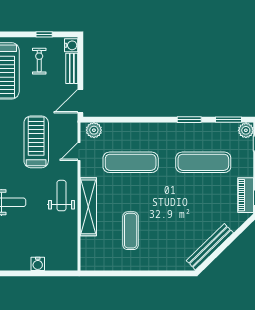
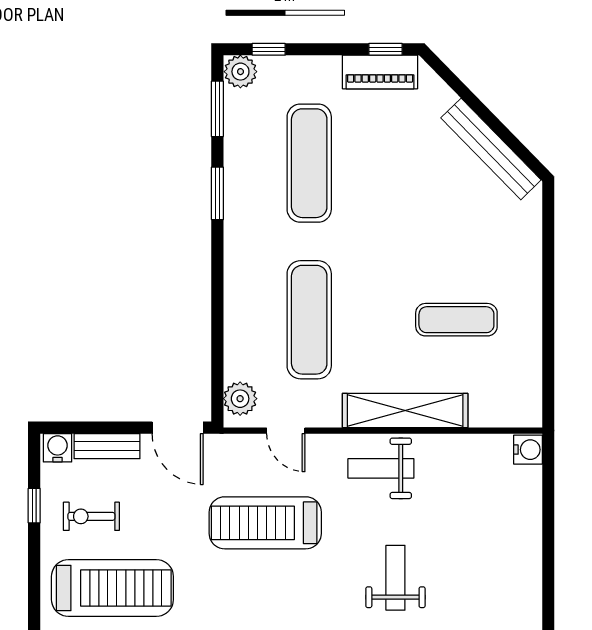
water cooler: (38, 264) -> (528, 450), moved

